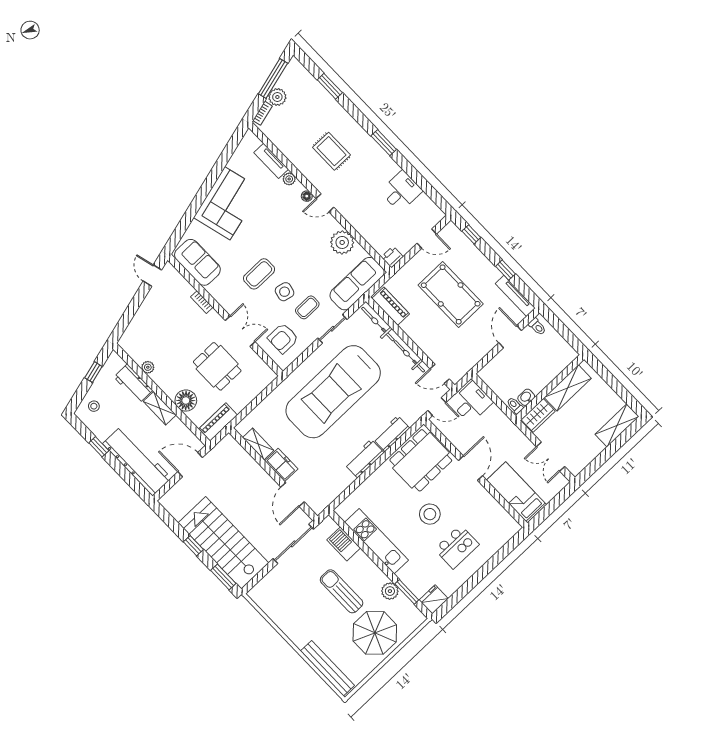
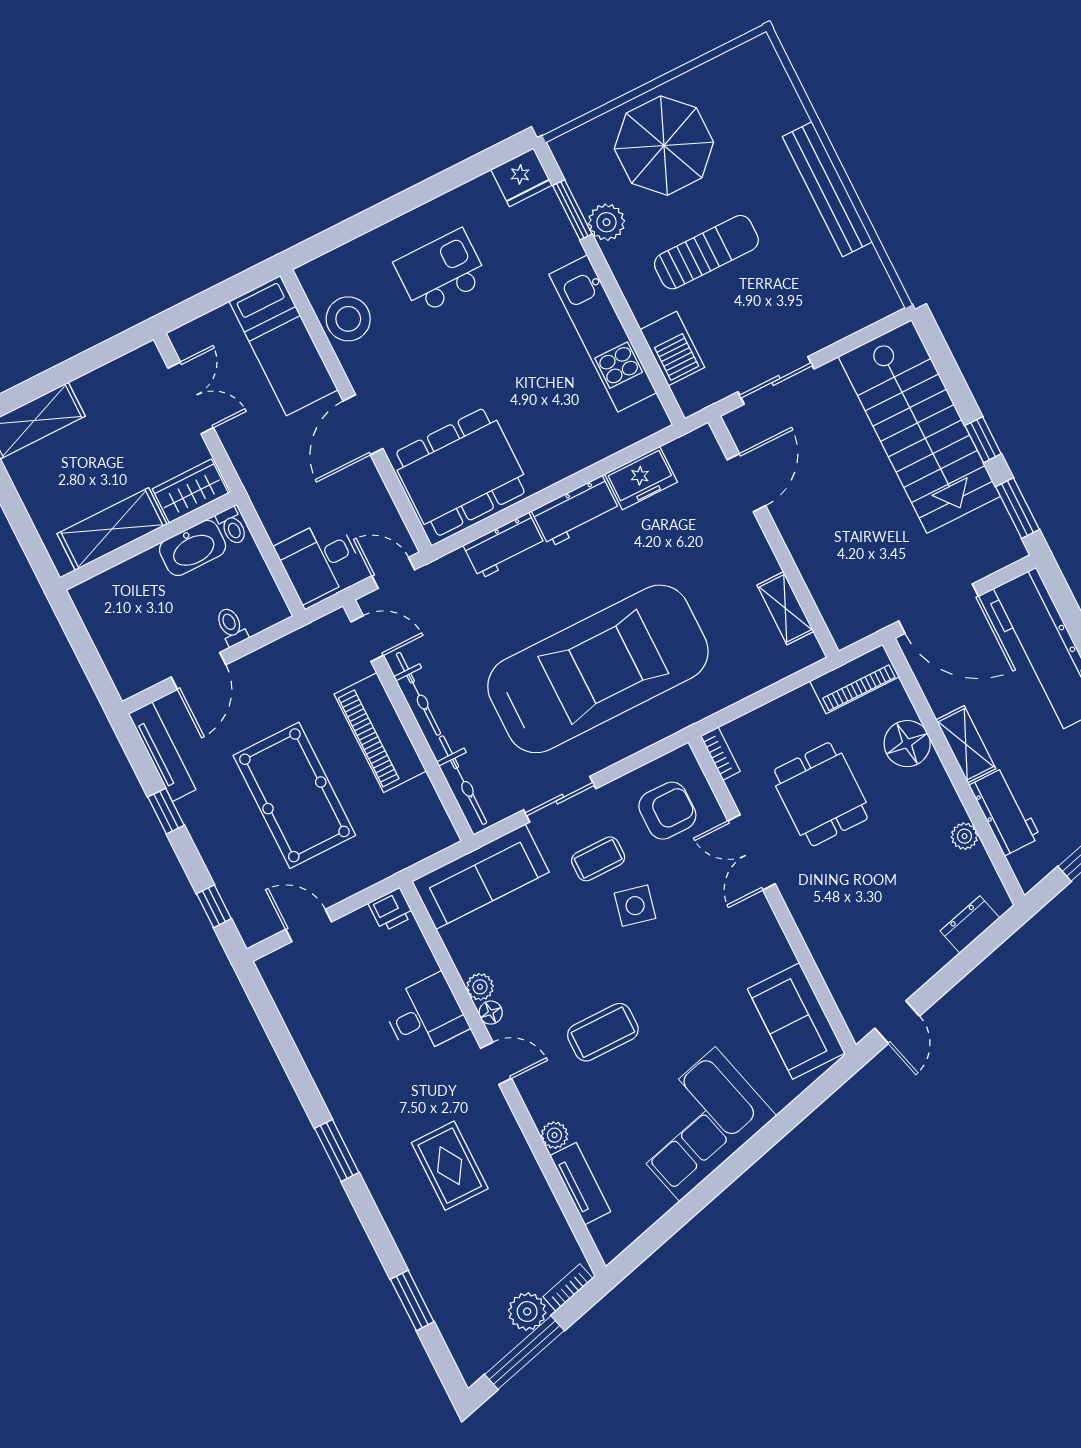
desk: (401, 191) -> (425, 1015), moved, turned 180
floor lamp: (307, 196) -> (491, 1013), moved
plant: (342, 242) -> (480, 987), width x0.53, depth x0.53
coffee table: (259, 274) -> (603, 1032), moved
bookcase: (202, 302) -> (720, 754), moved
piano: (391, 306) -> (380, 733), moved, width x1.37, depth x1.33
toilet: (537, 327) -> (231, 626), moved
dresser: (133, 329) -> (970, 924), added
washbasin: (526, 397) -> (193, 548), width x1.91, depth x1.45
door: (190, 465) -> (939, 609), width x1.36
freezer: (281, 465) -> (641, 478), moved, turned -90
stool: (430, 514) -> (348, 319), moved
sliding door: (293, 544) -> (776, 380), width x0.73
window: (223, 577) -> (1017, 508), moved
sun lounger: (342, 591) -> (706, 252), turned -90
bench: (328, 668) -> (827, 189), moved

